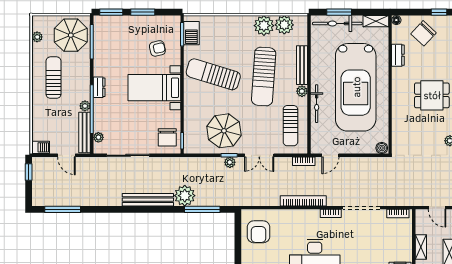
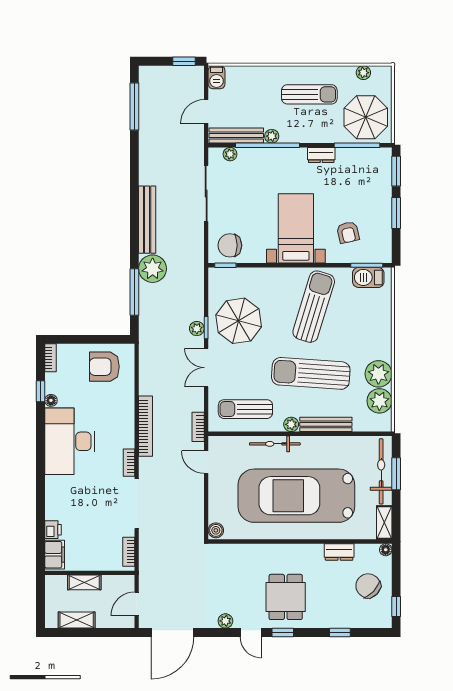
dresser: (99, 87) -> (321, 155), moved

